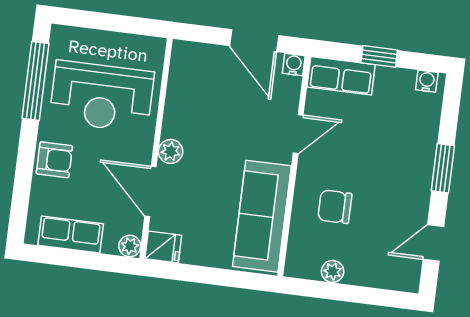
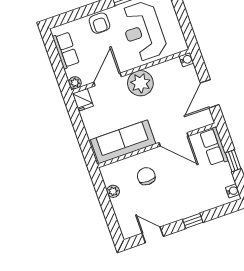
water cooler: (294, 64) -> (187, 60), moved
door: (298, 134) -> (174, 139), width x1.38
plant: (171, 151) -> (140, 83), width x1.88, depth x1.88
window: (443, 168) -> (193, 221), width x0.67

